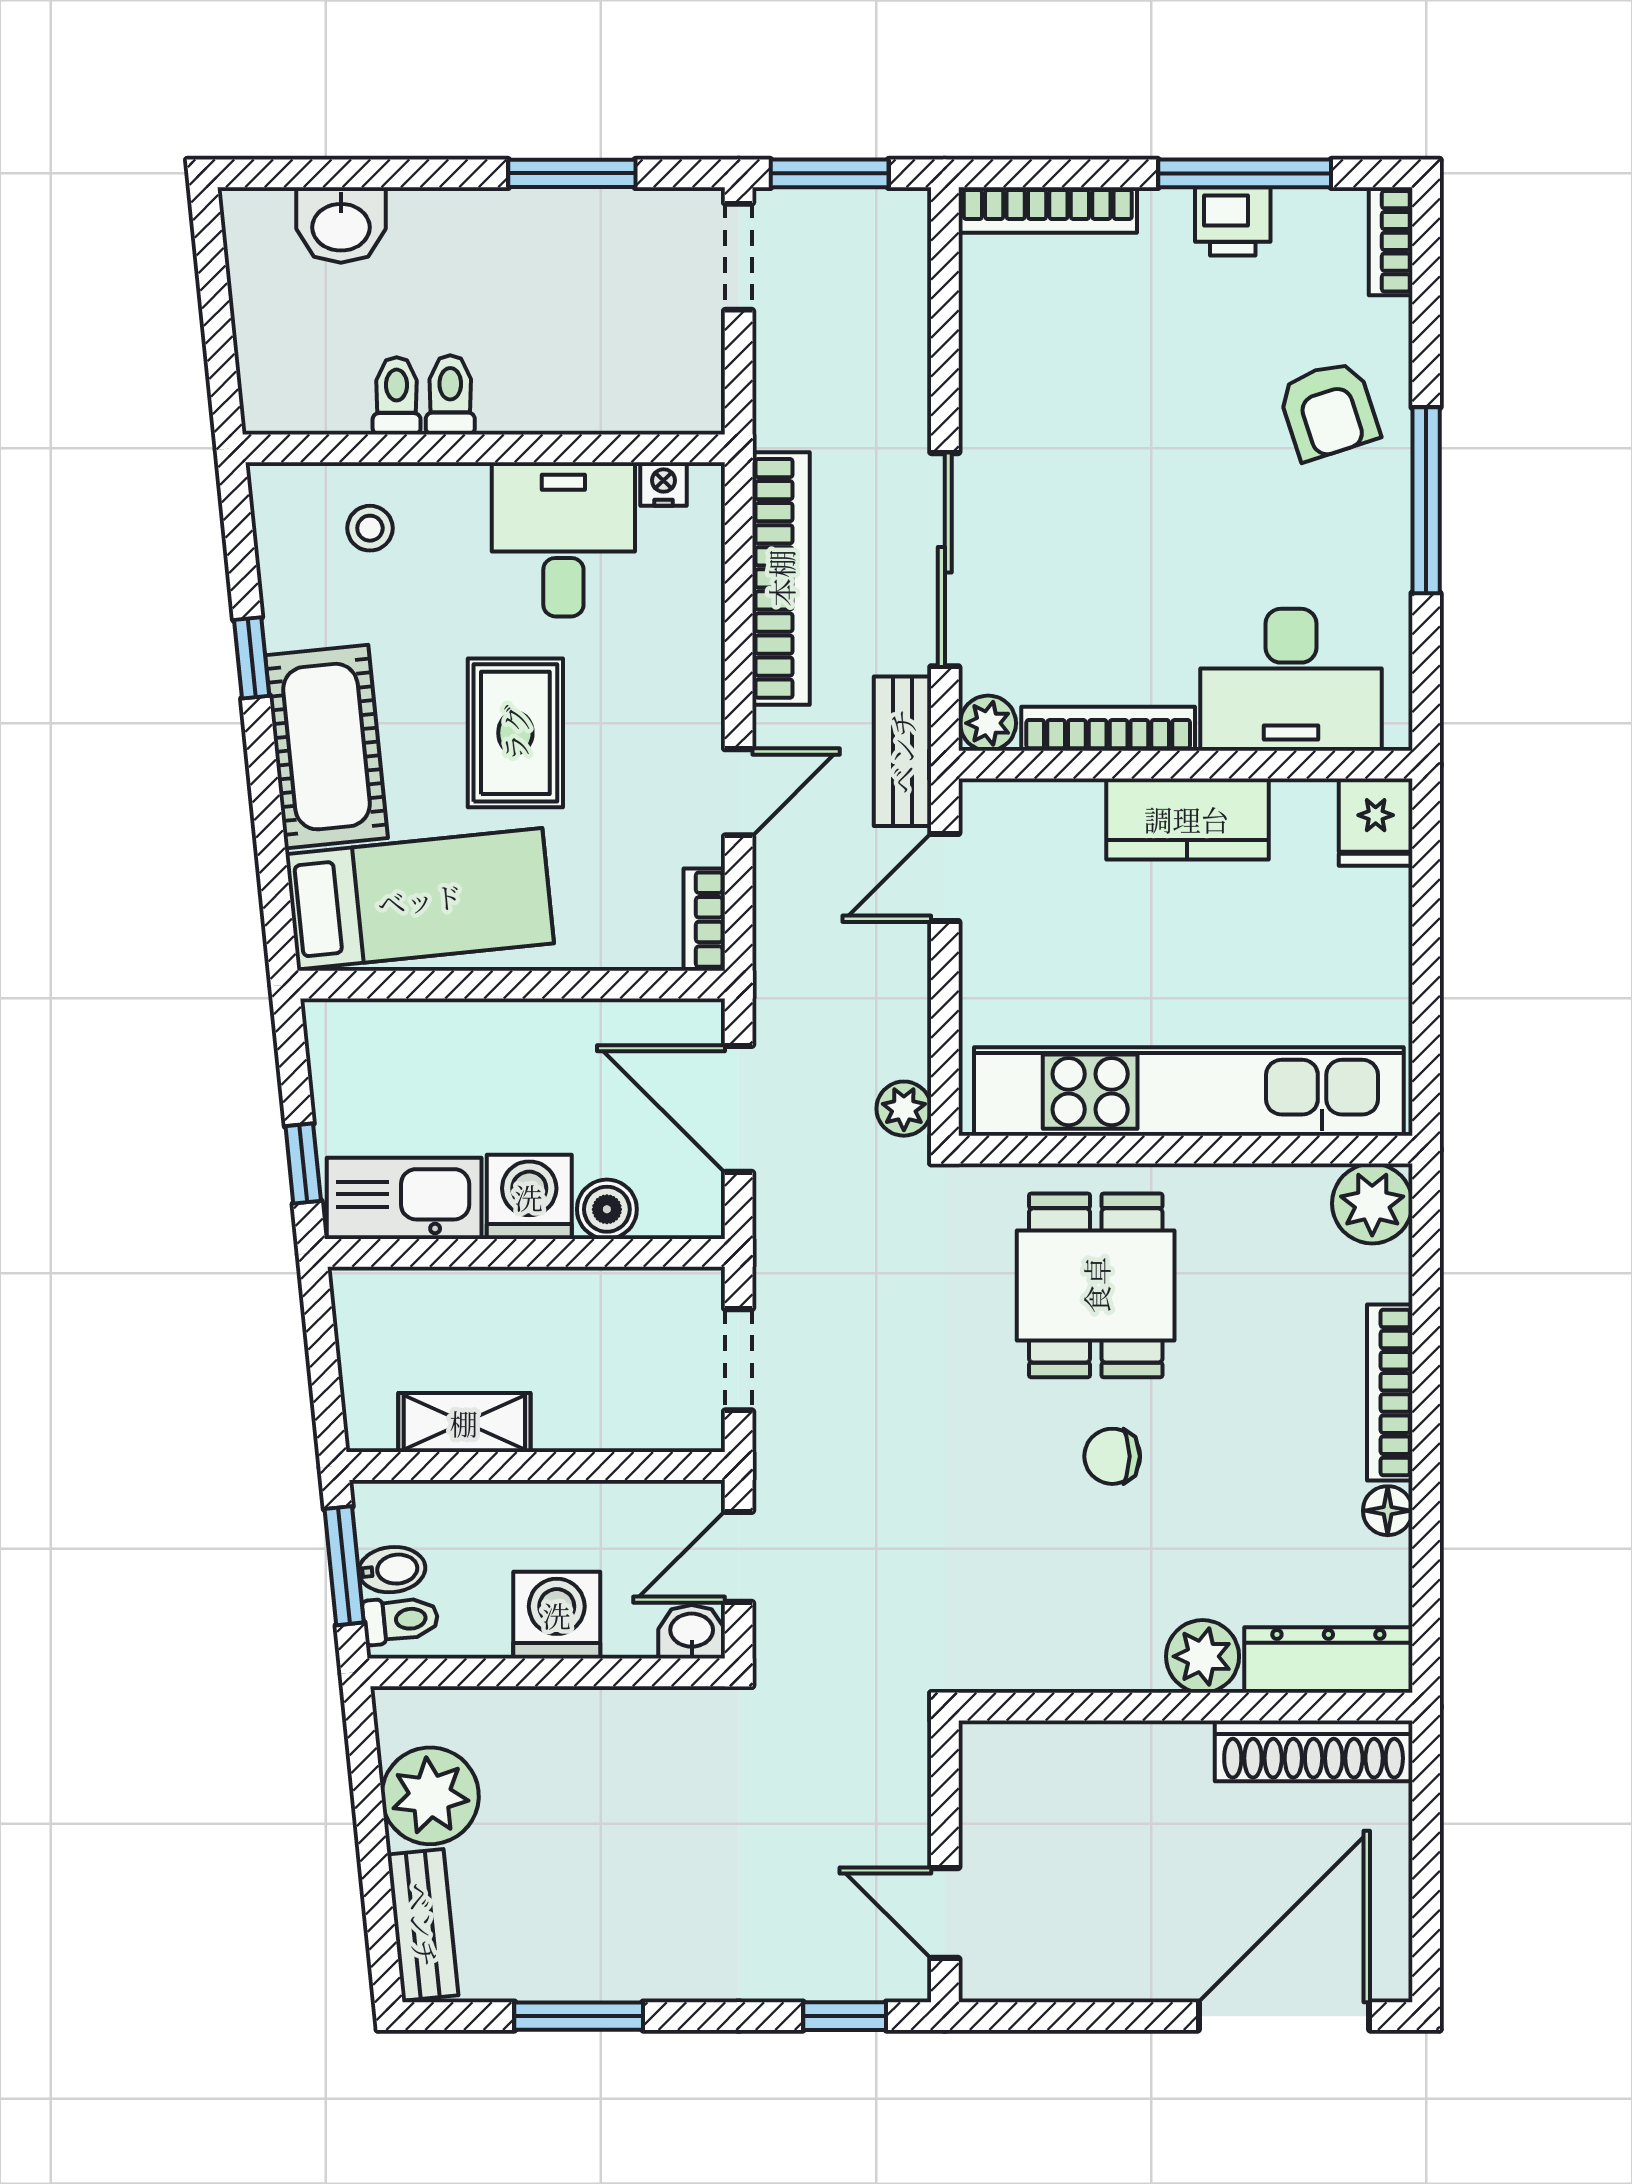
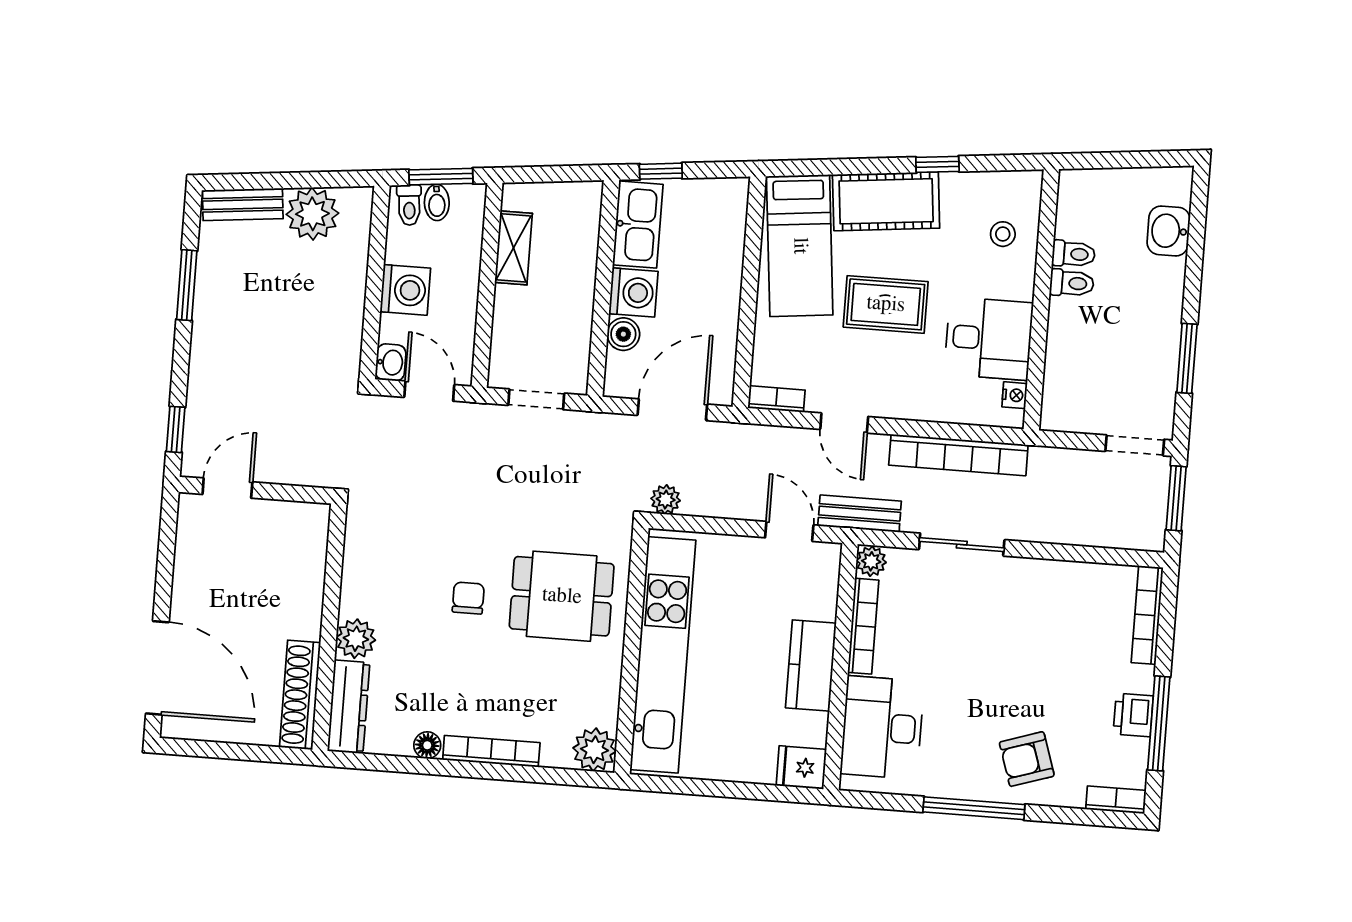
sliding door: (945, 560) -> (962, 545), width x0.73

